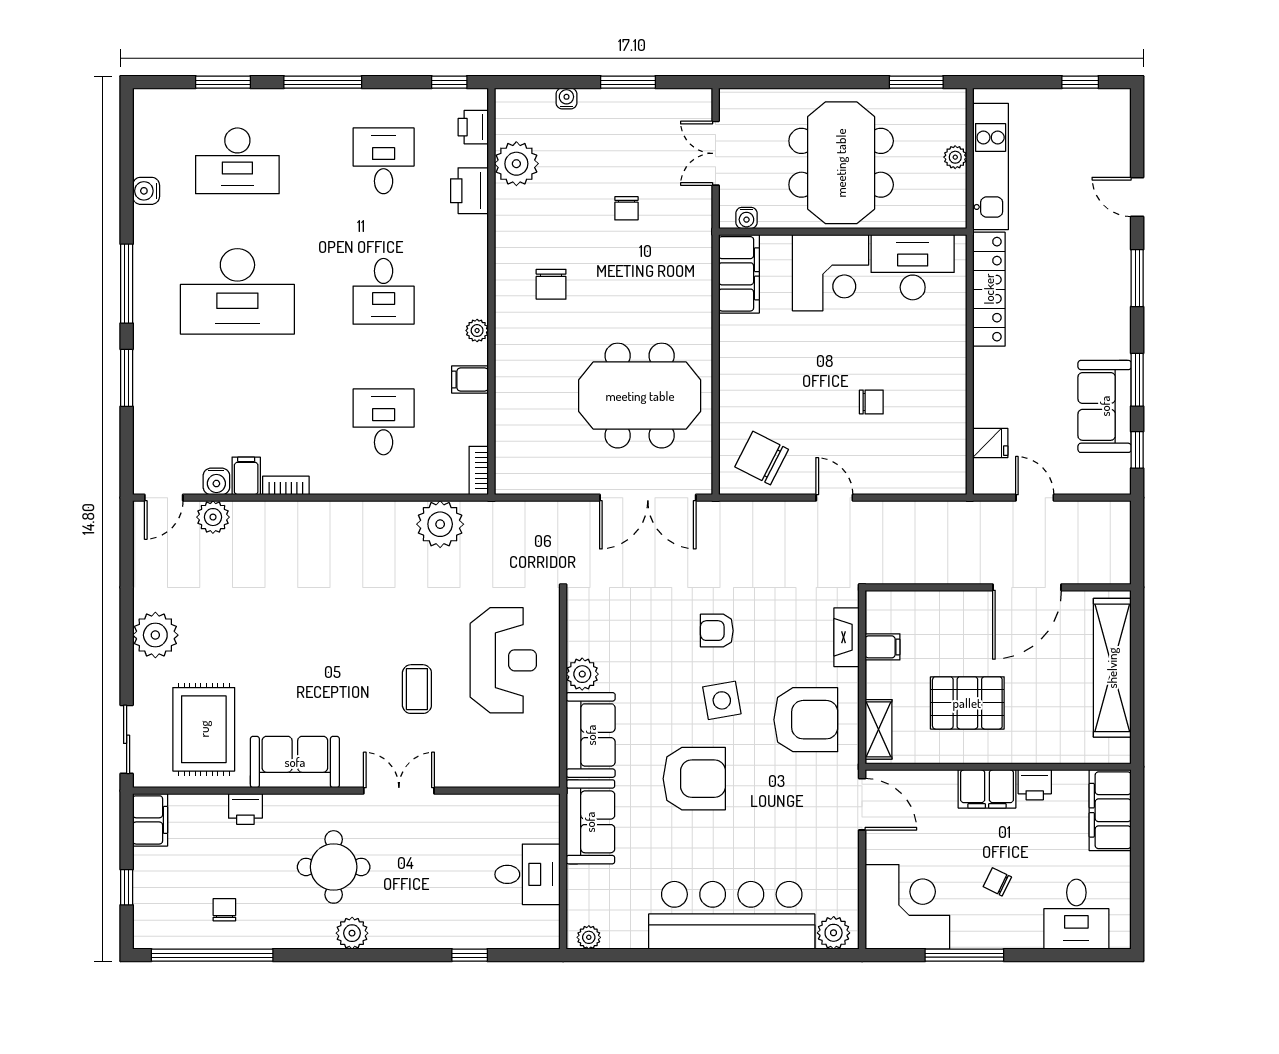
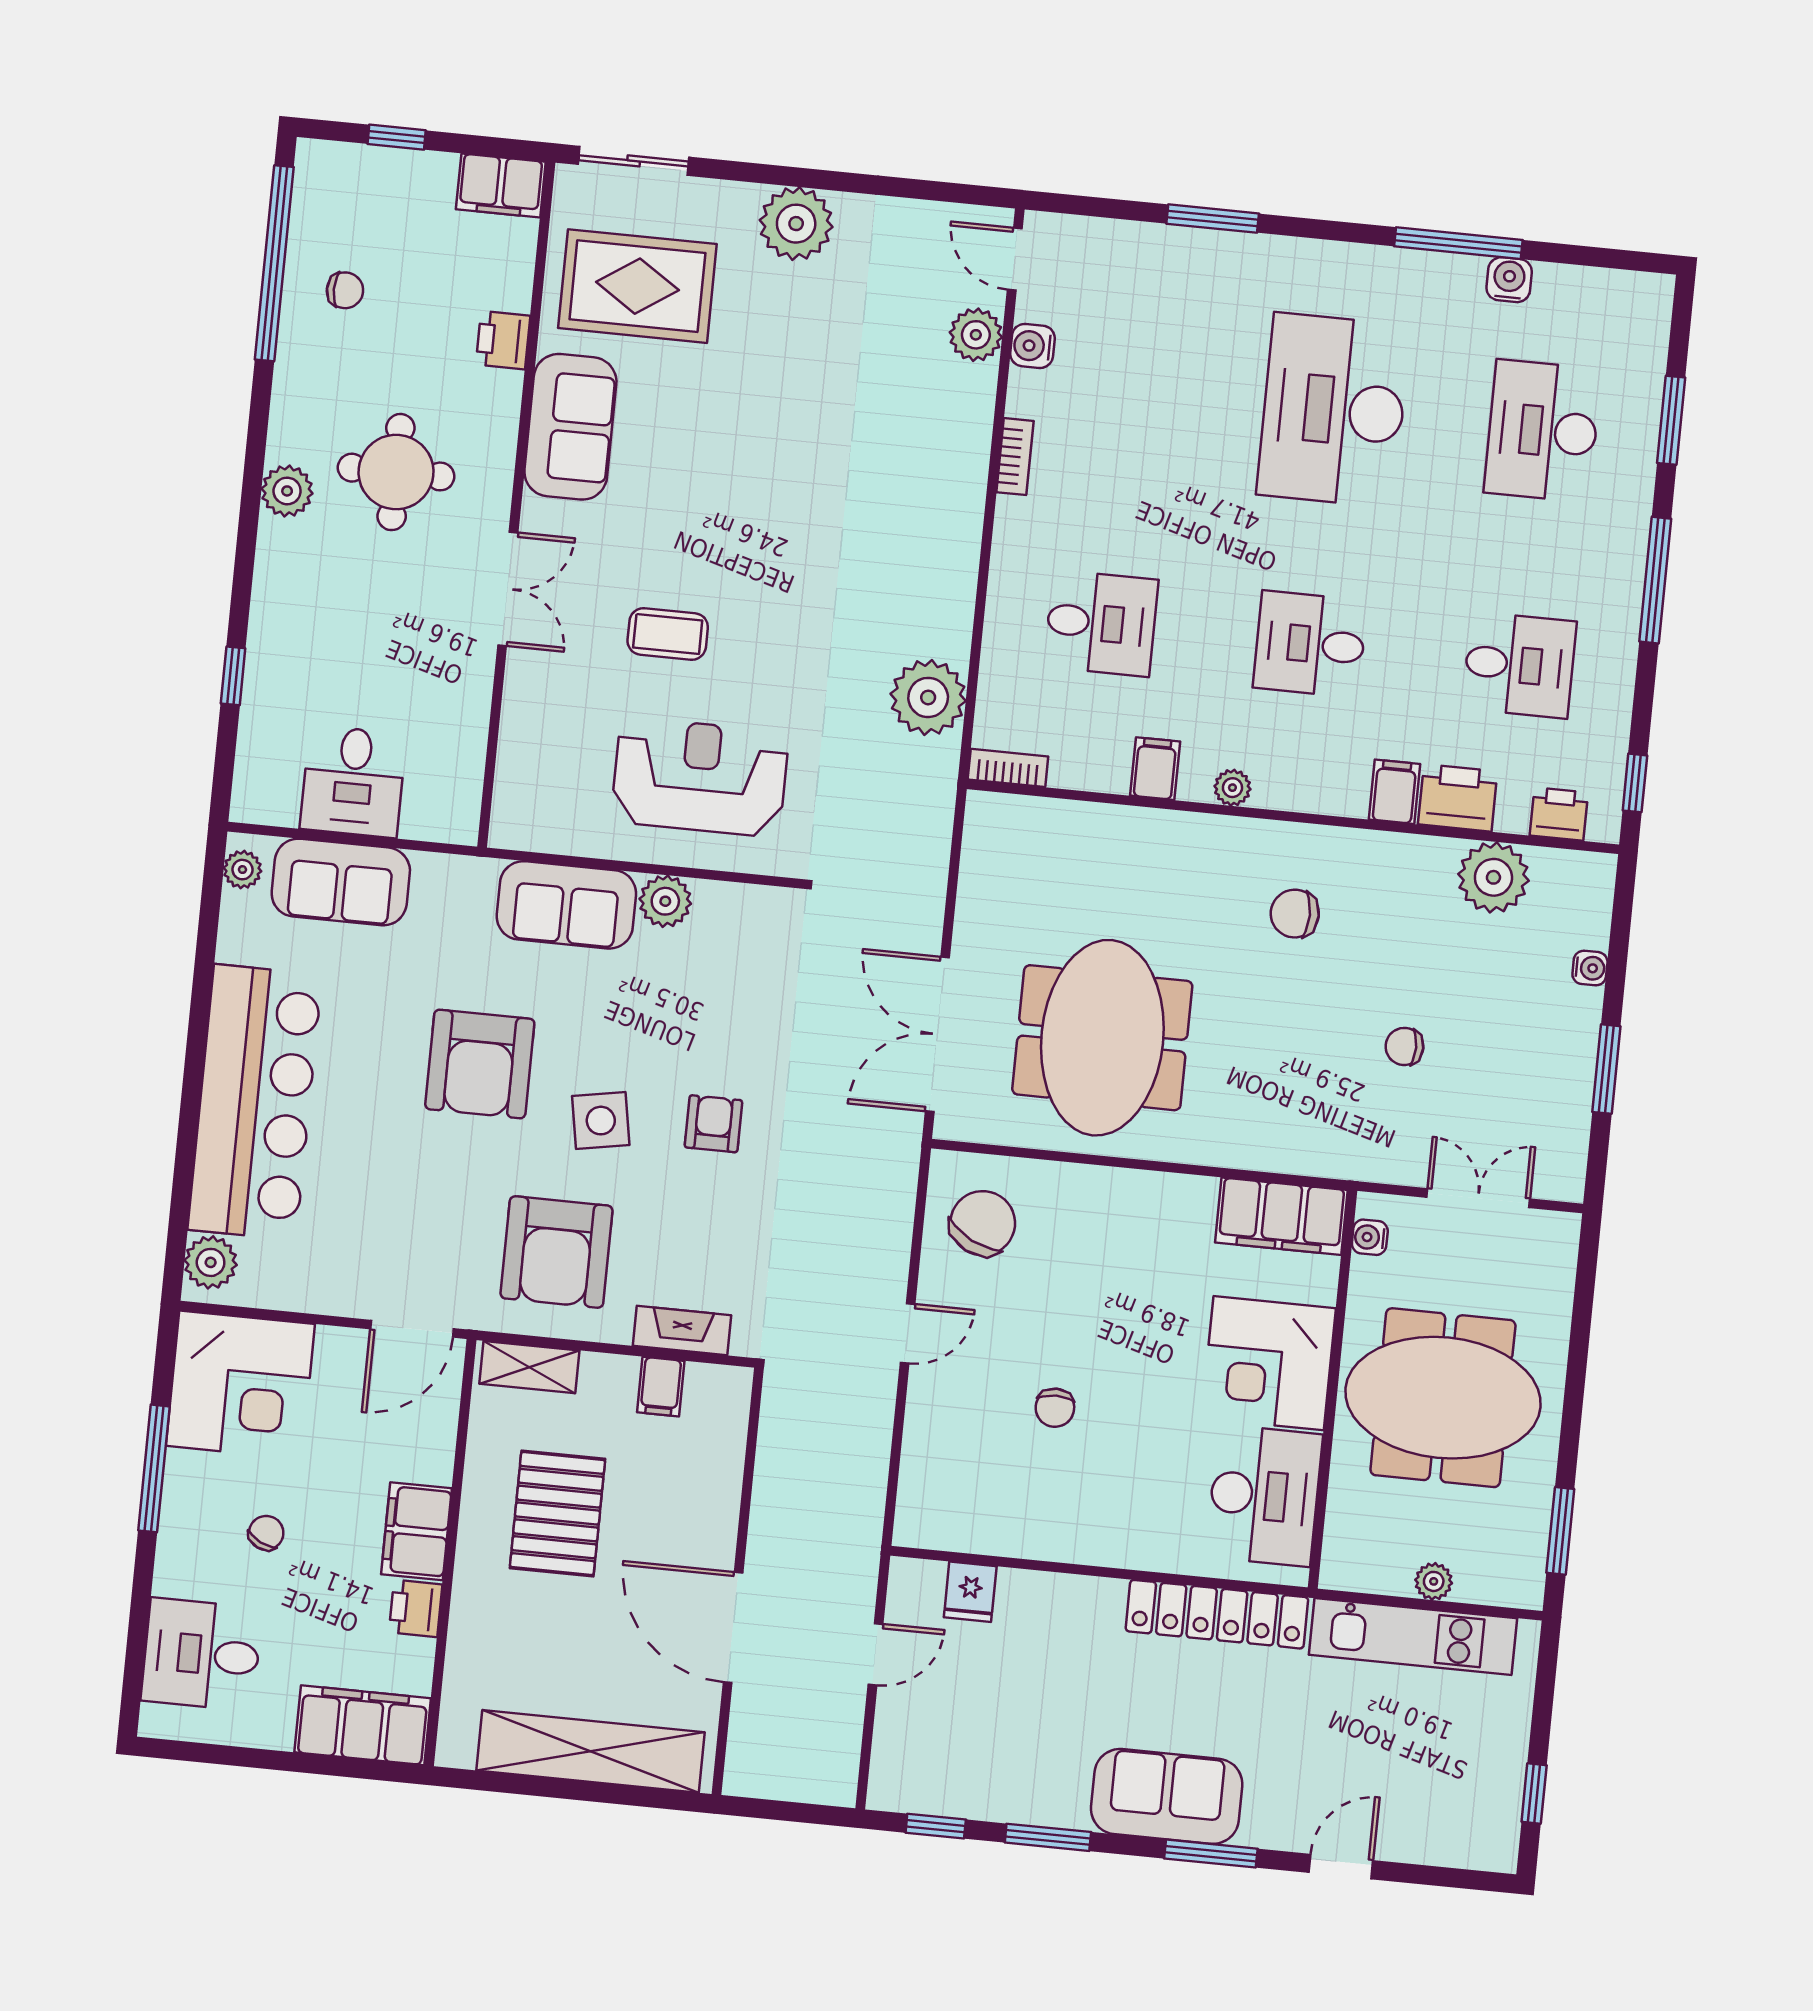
window: (127, 284) -> (1458, 243), moved
sofa: (1105, 406) -> (1167, 1796), moved
filing cabinet: (246, 476) -> (1394, 792), moved, turned -90
reception desk: (503, 660) -> (700, 777), turned 180
sofa: (590, 822) -> (341, 882), moved

